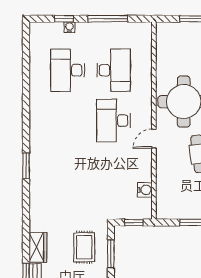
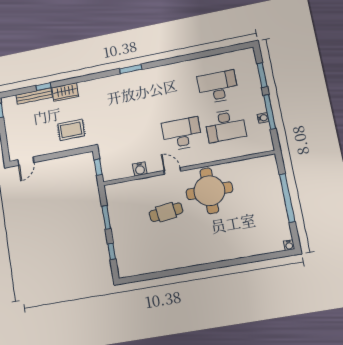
window: (64, 19) -> (262, 75), width x1.50
water cooler: (69, 27) -> (263, 118), moved
water cooler: (145, 190) -> (140, 169), moved
window: (111, 254) -> (69, 153), removed

